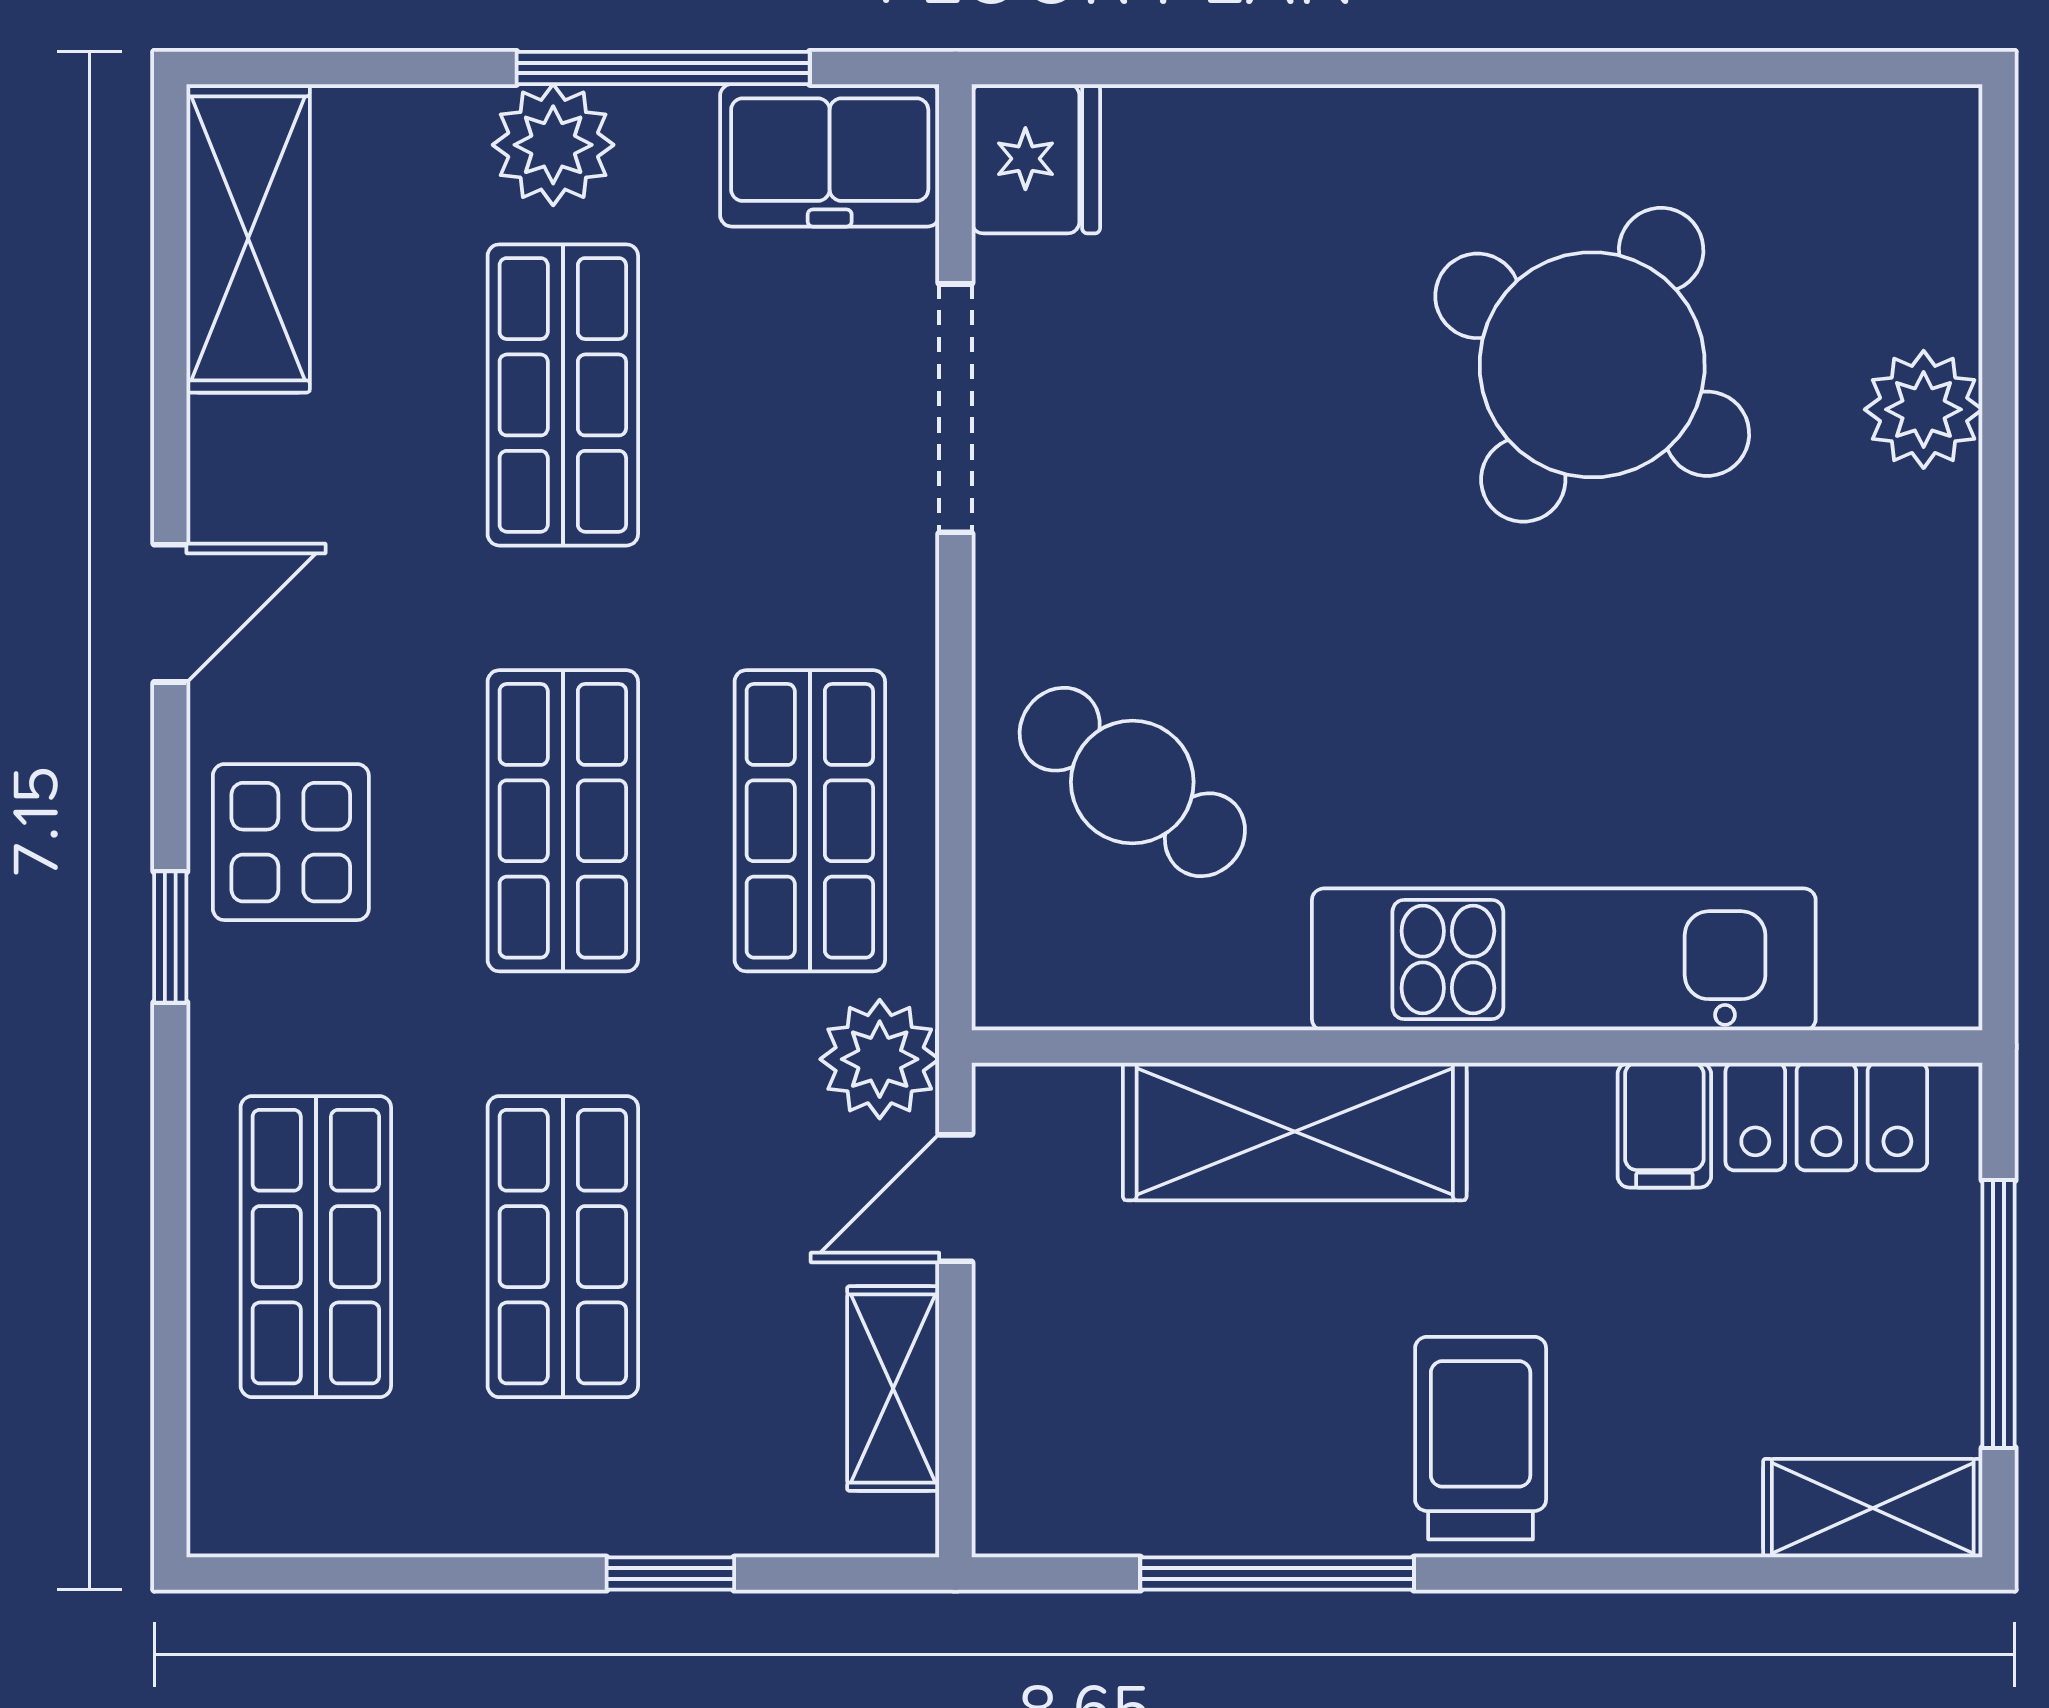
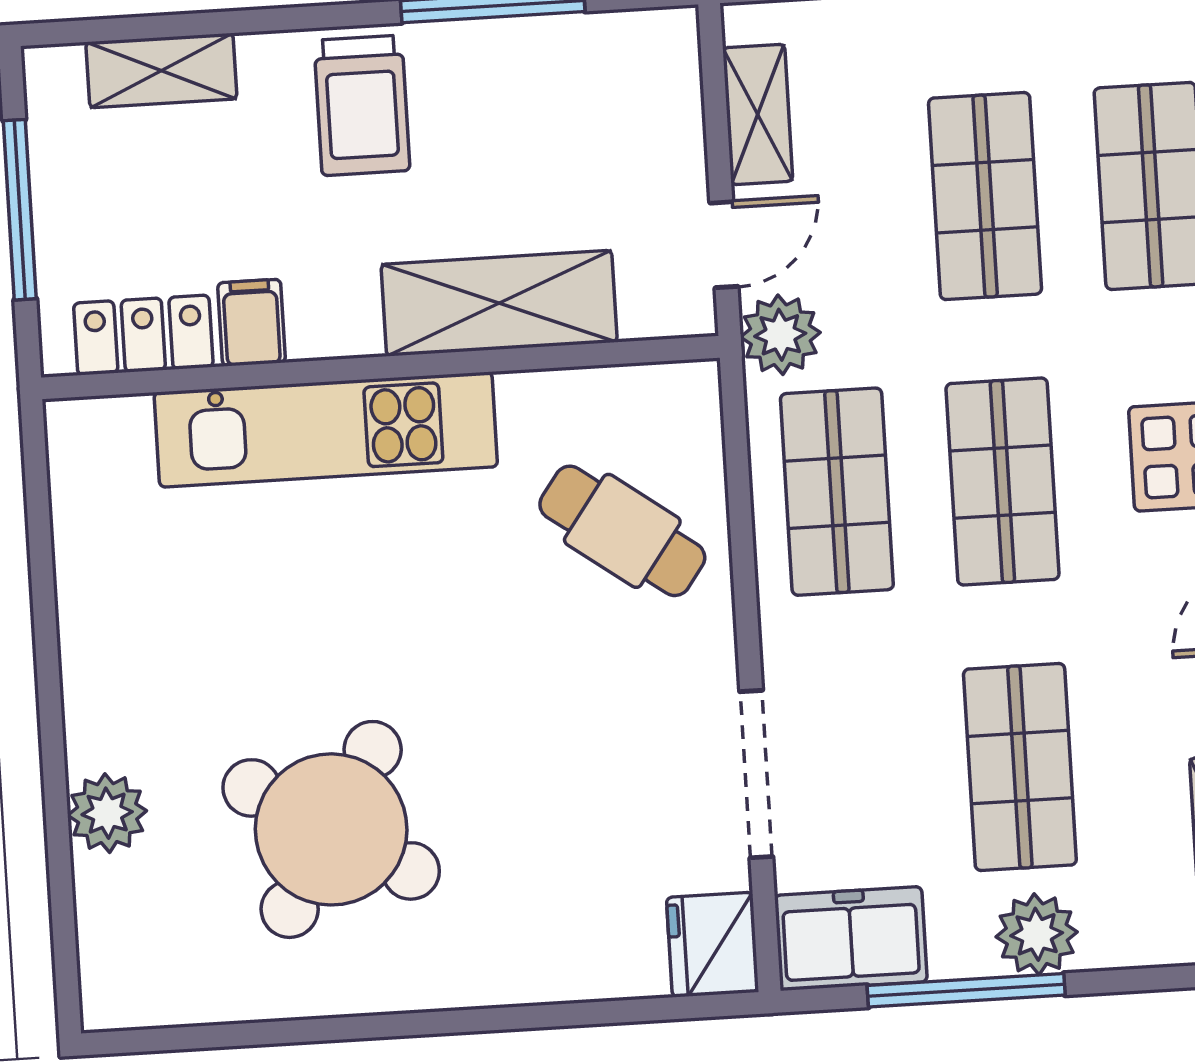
shelving: (1873, 1508) -> (161, 70), moved

